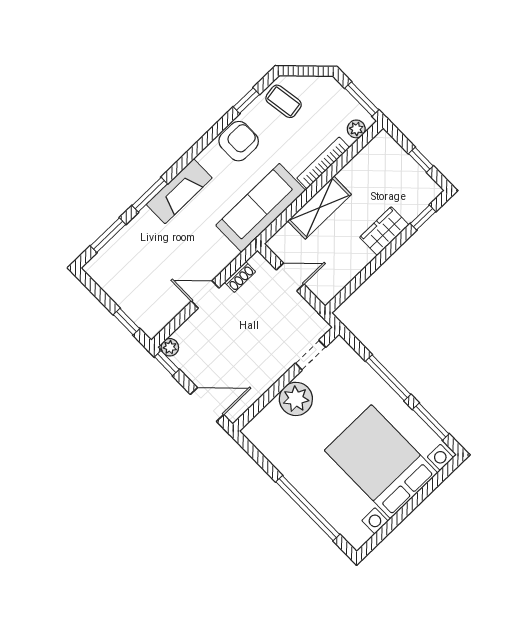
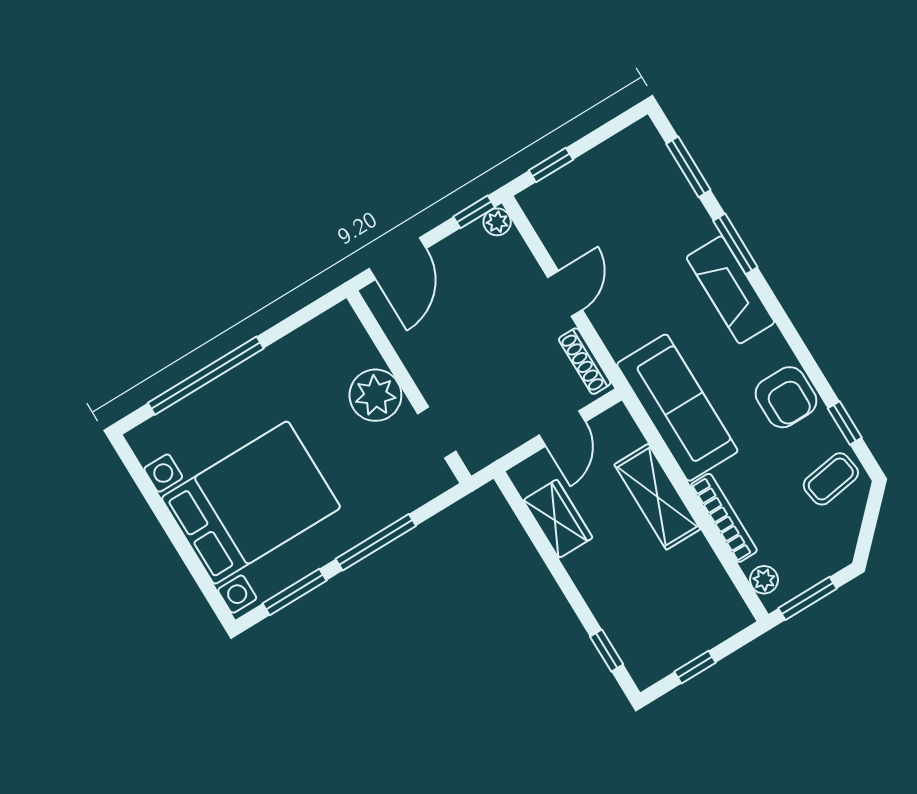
wardrobe: (384, 231) -> (558, 519), moved
shoe rack: (240, 277) -> (585, 361), width x1.43

